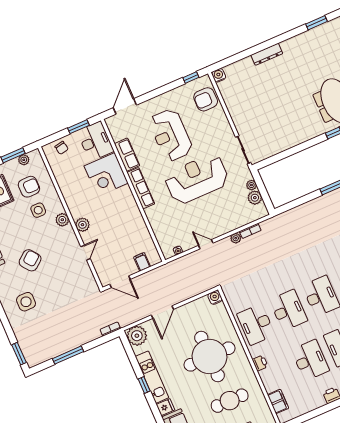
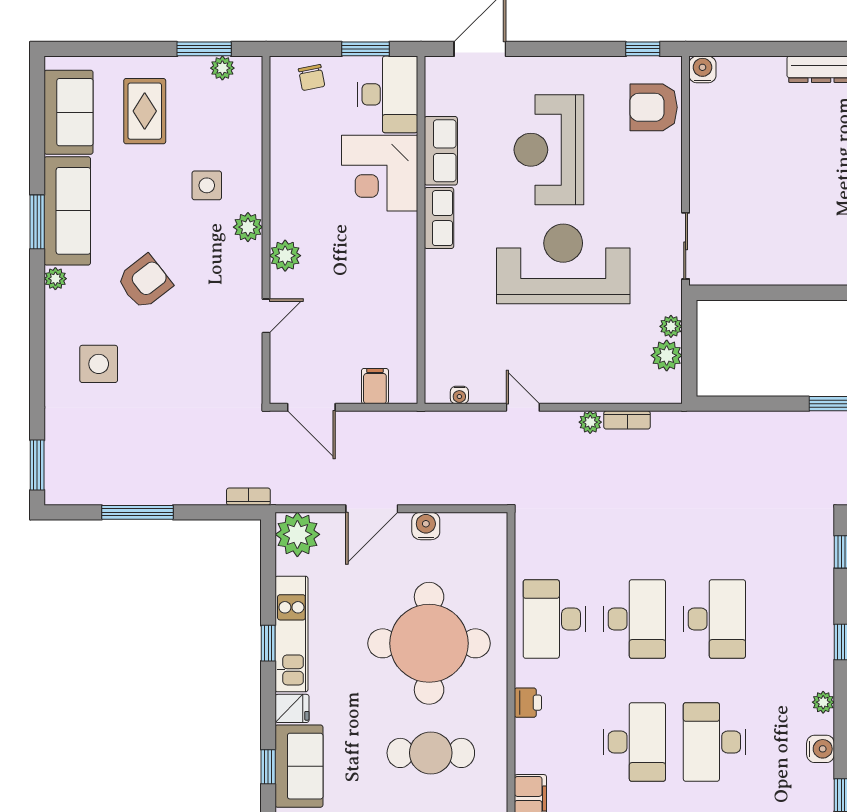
armchair: (29, 187) -> (209, 128), removed
row of seats: (141, 188) -> (439, 218), width x0.68
water cooler: (215, 297) -> (426, 526), moved

